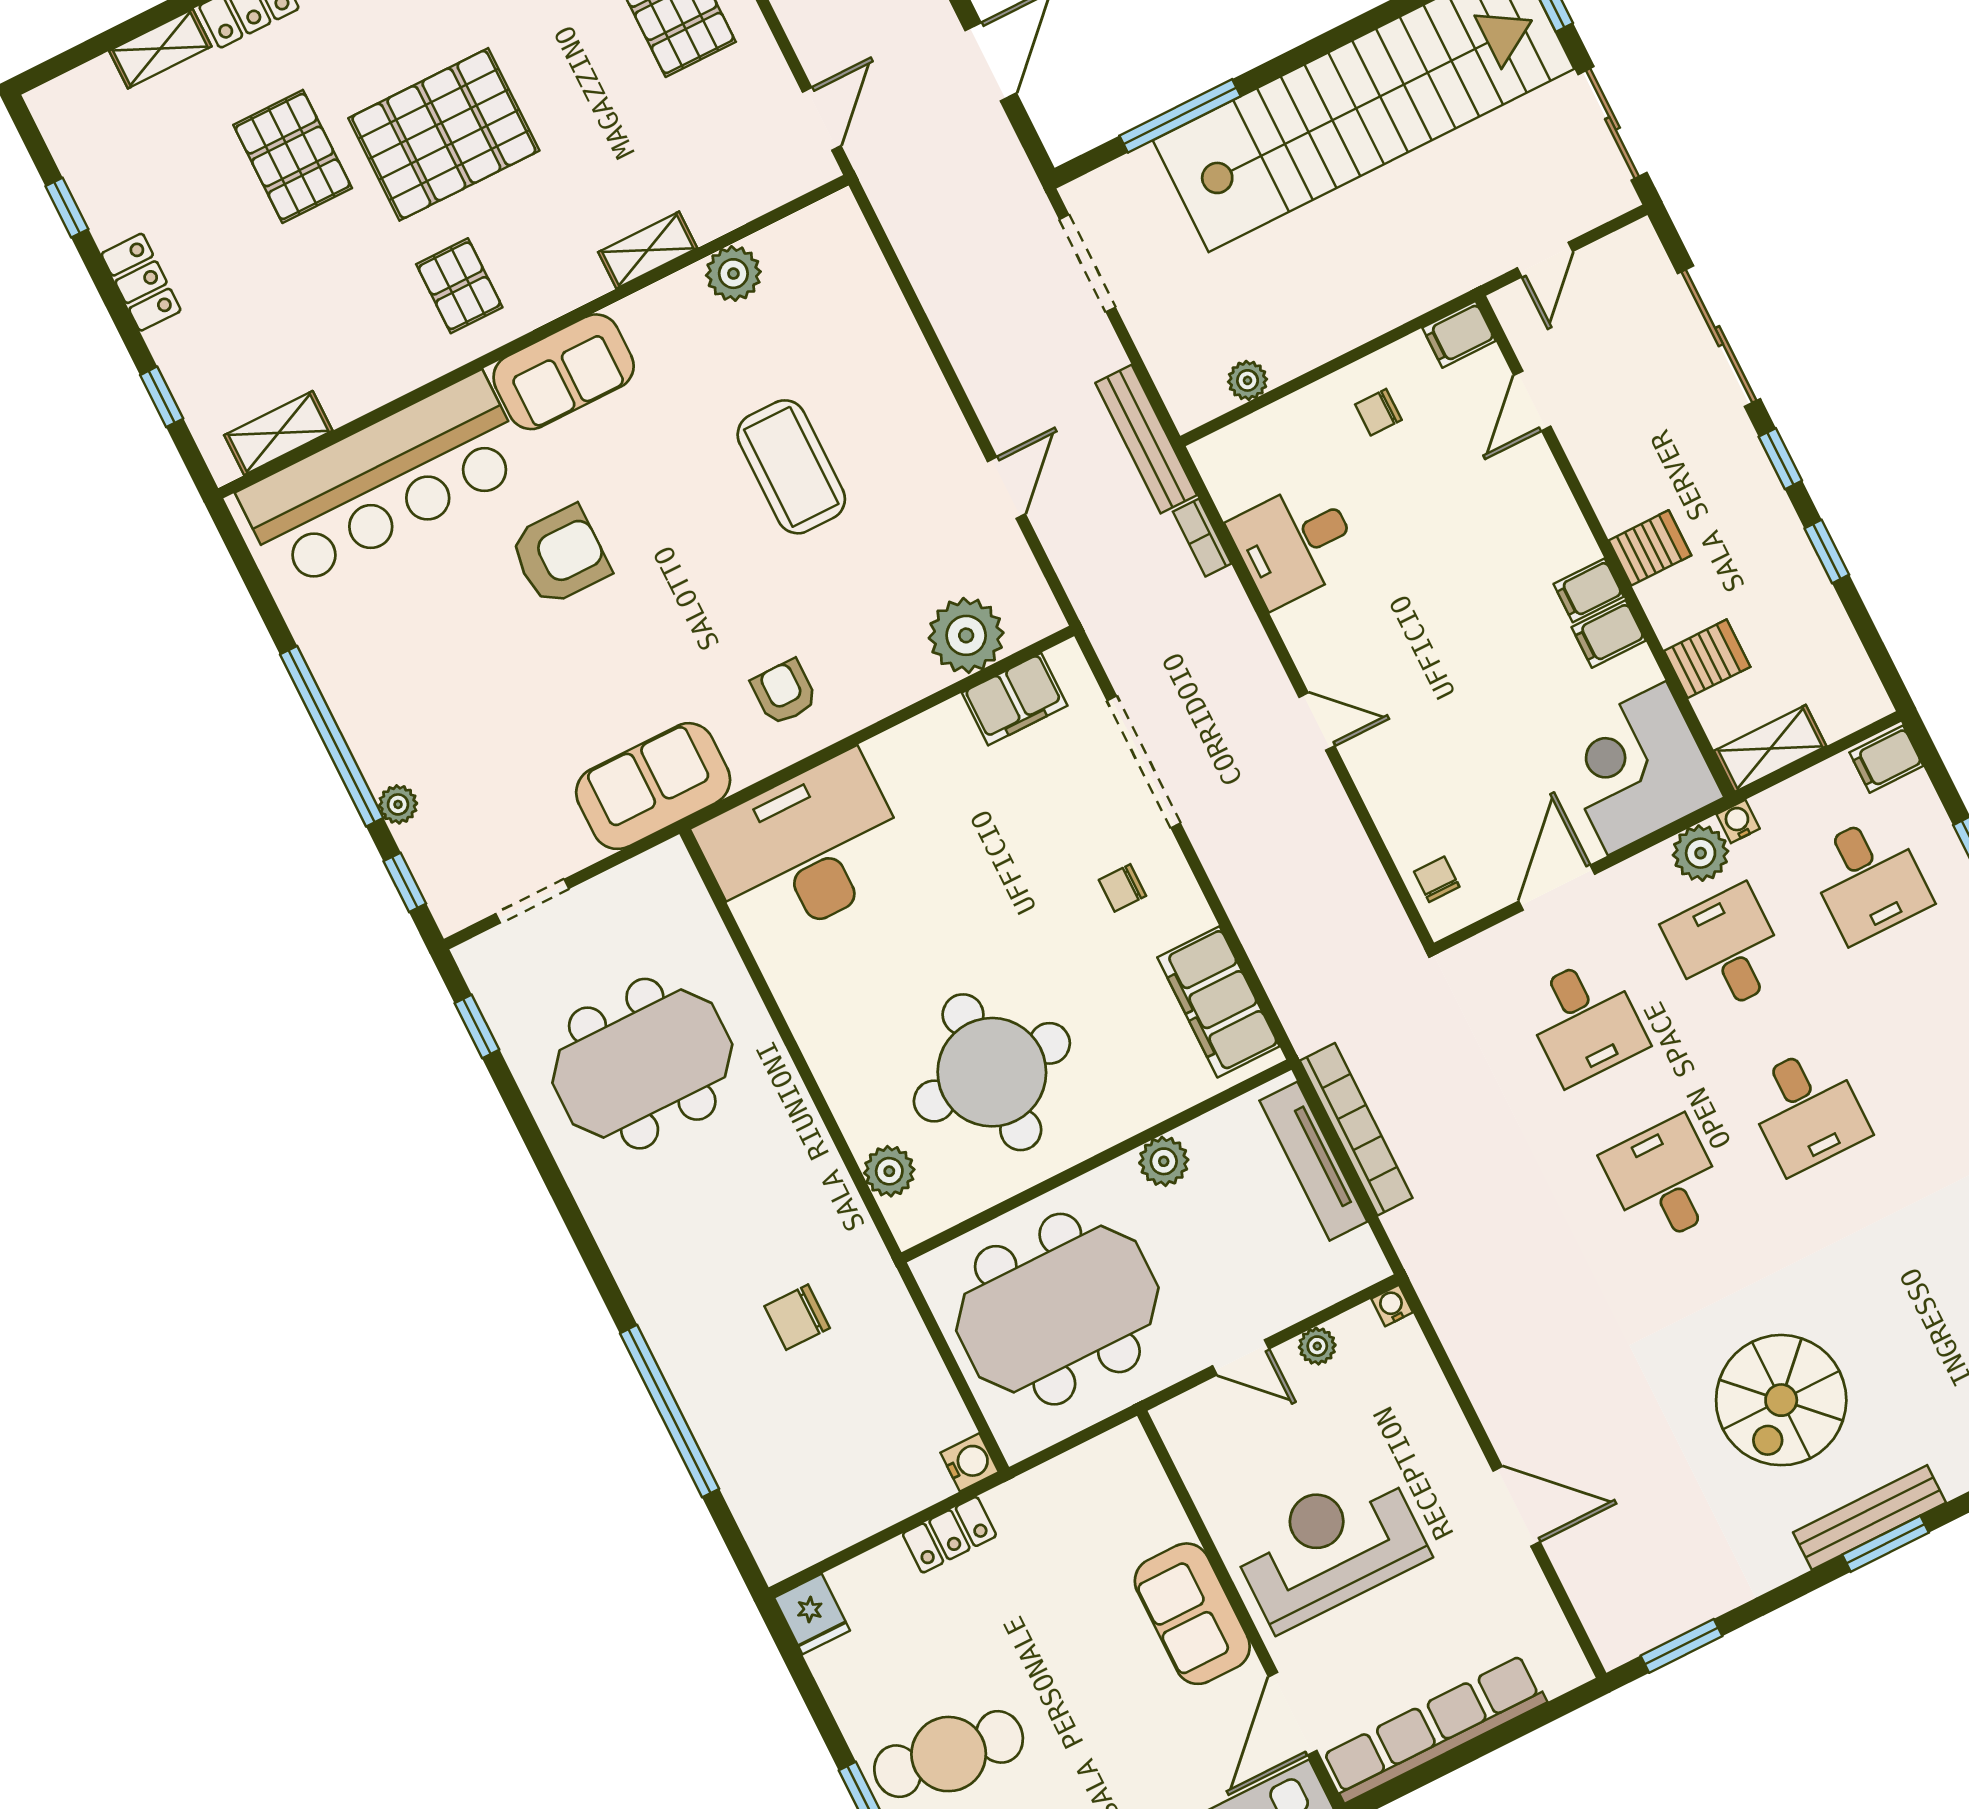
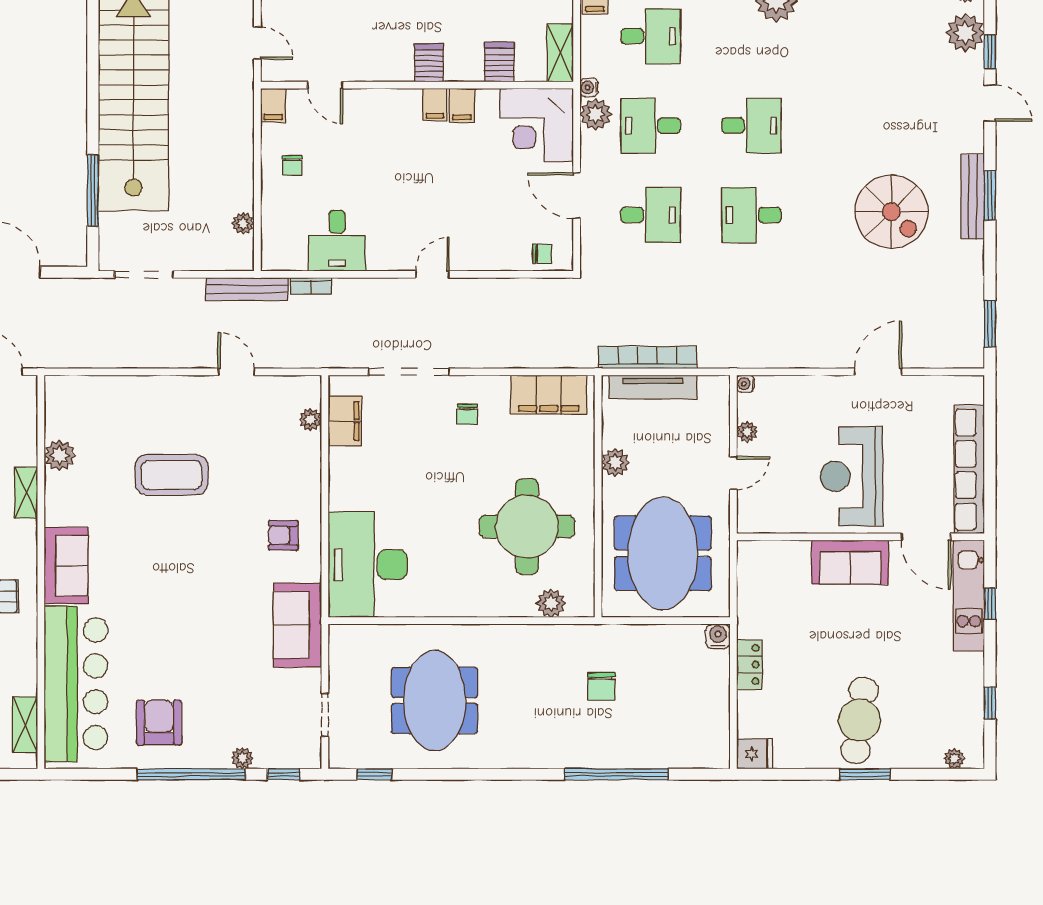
armchair: (560, 555) -> (159, 723), moved
plant: (966, 635) -> (310, 419), width x0.53, depth x0.53
chair: (1437, 879) -> (542, 254), turned 180

